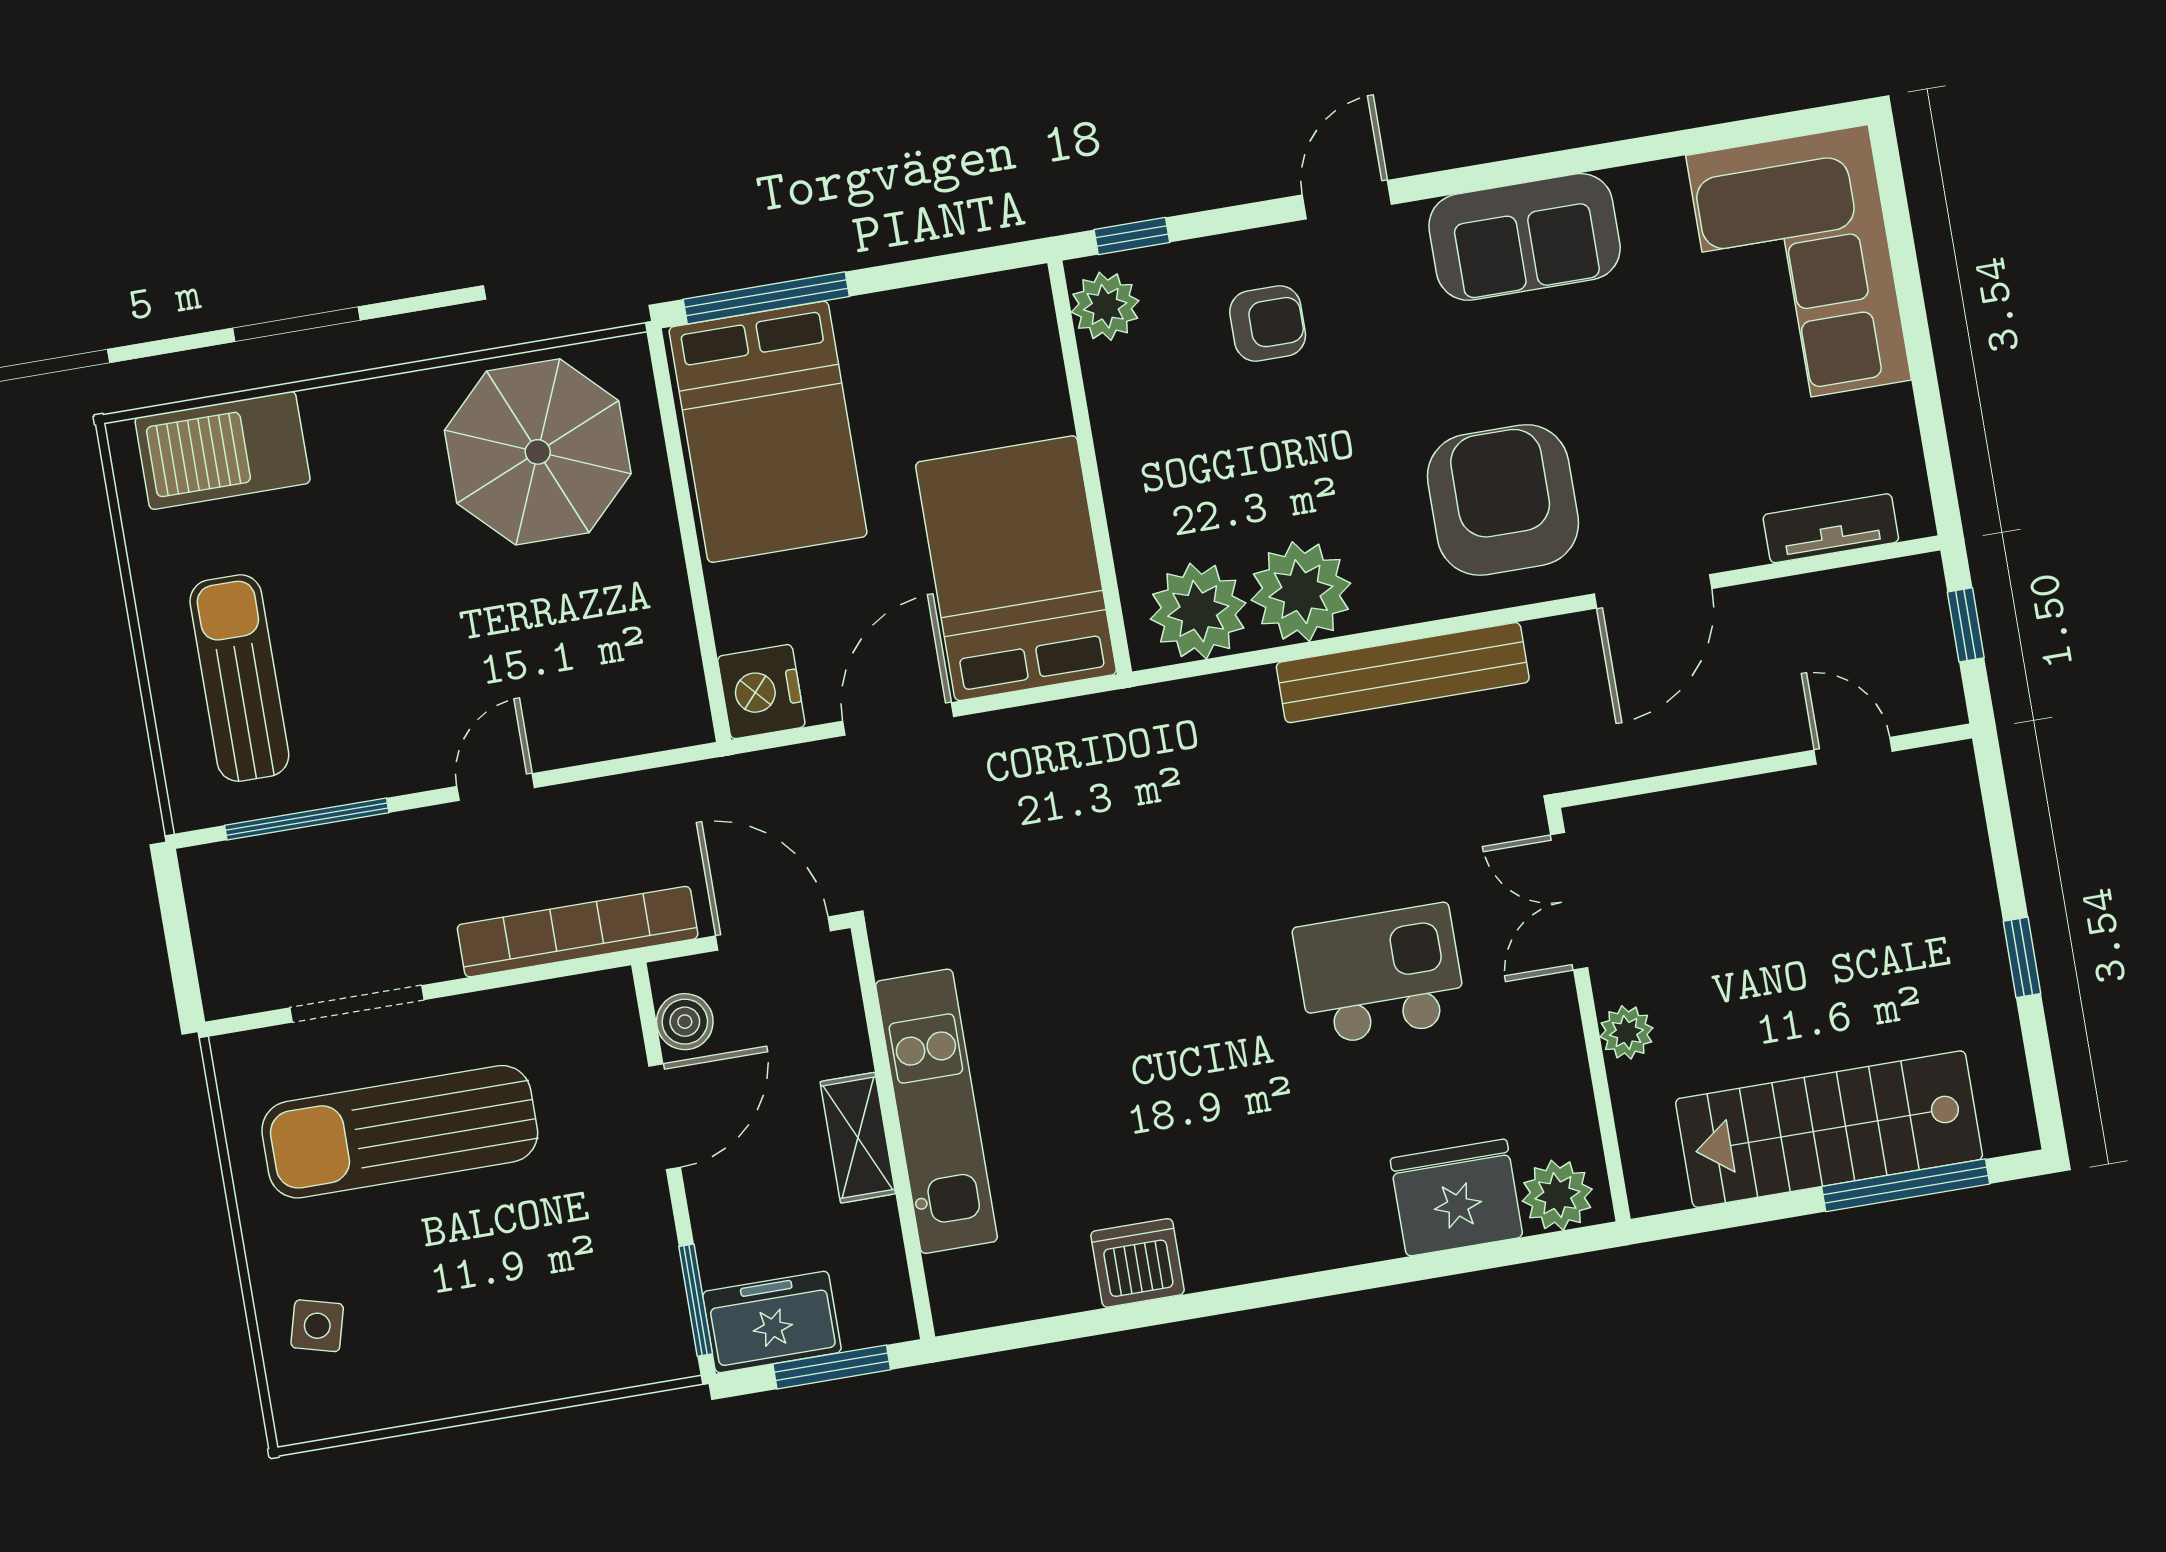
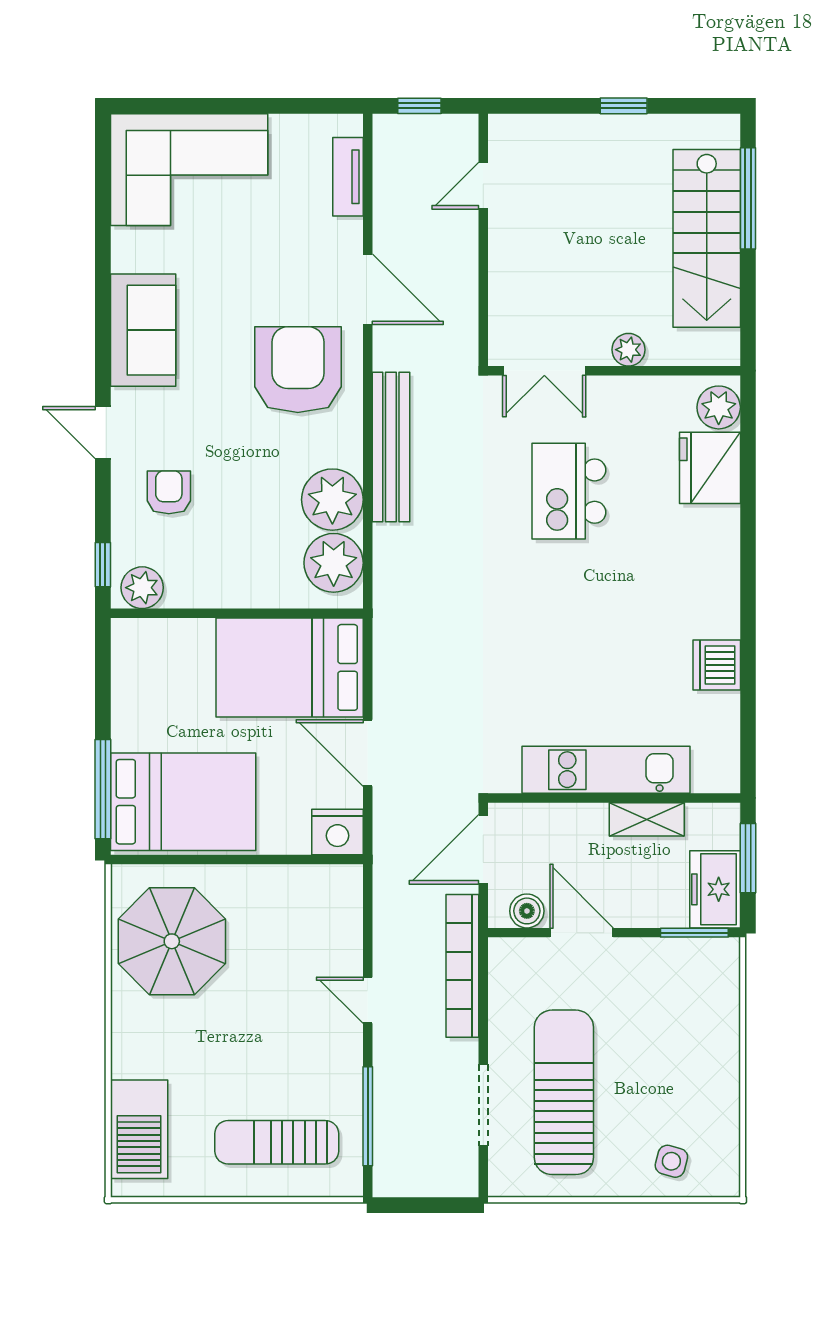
armchair: (1503, 500) -> (298, 370), turned 90
sun lounger: (400, 1132) -> (564, 1092), turned 180
shelving: (858, 1138) -> (647, 819), moved

